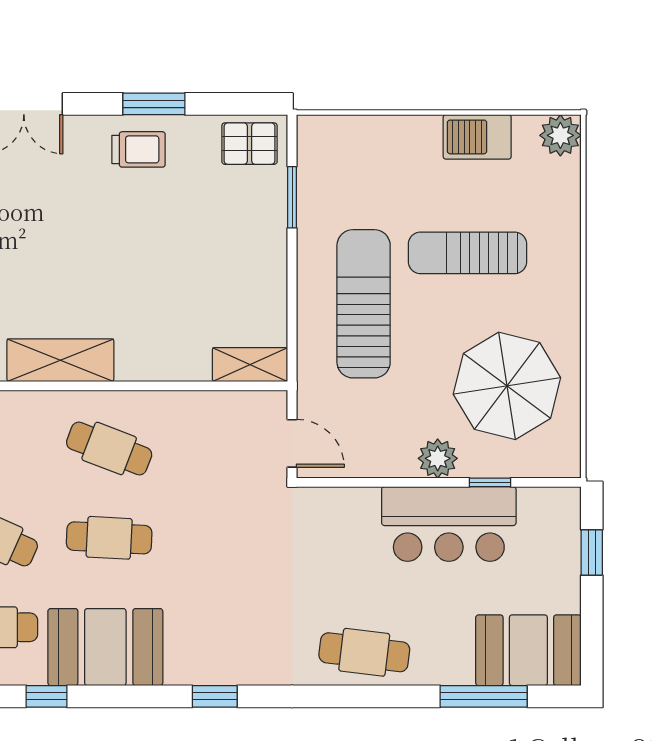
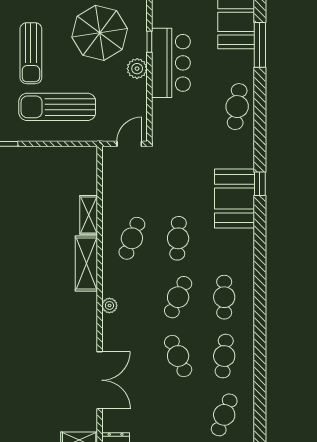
shelving: (250, 365) -> (89, 215), moved
booth: (105, 647) -> (234, 199), moved
window: (46, 696) -> (260, 271), removed

